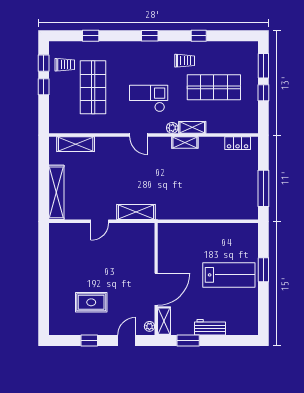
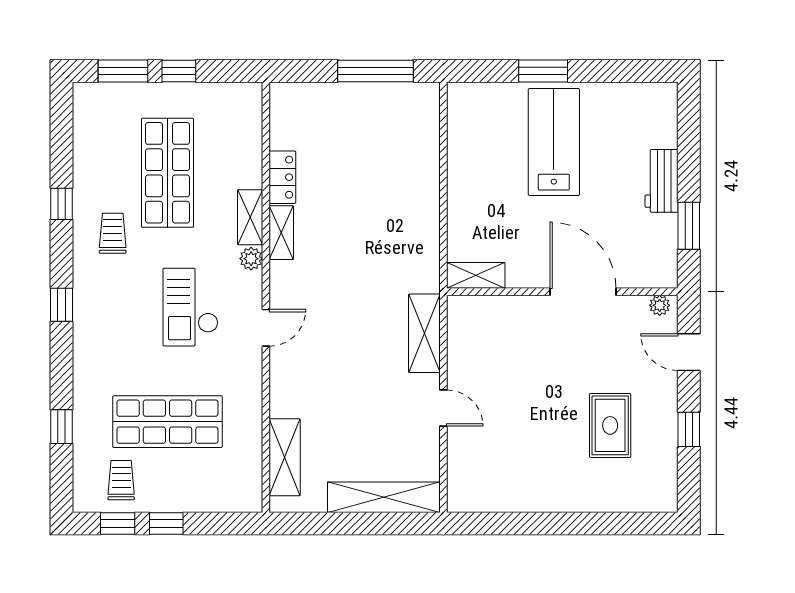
locker: (238, 143) -> (282, 177), moved
shelving: (164, 321) -> (476, 275), moved

